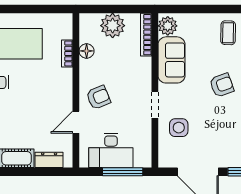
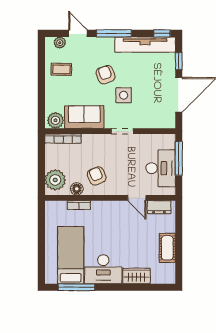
plant: (113, 26) -> (55, 180), moved
armchair: (98, 97) -> (97, 176), moved
side table: (179, 128) -> (124, 95), moved
dresser: (49, 160) -> (159, 207), moved, turned -90

